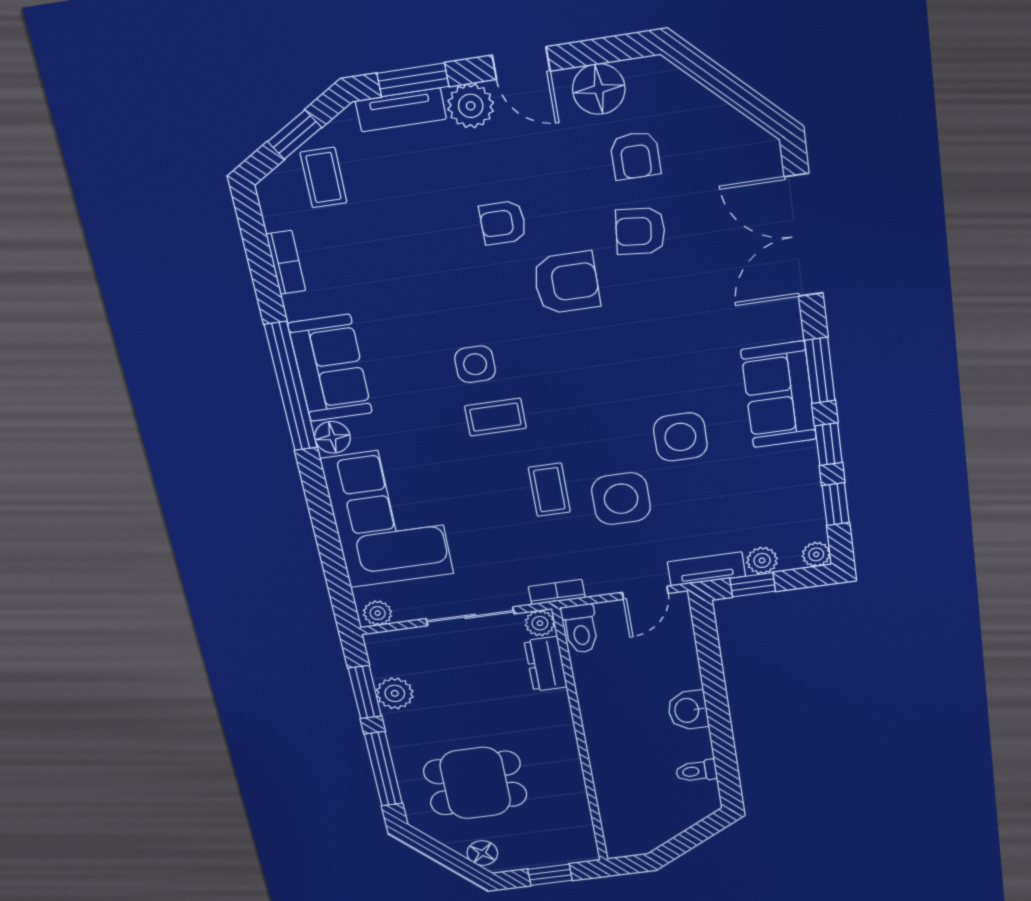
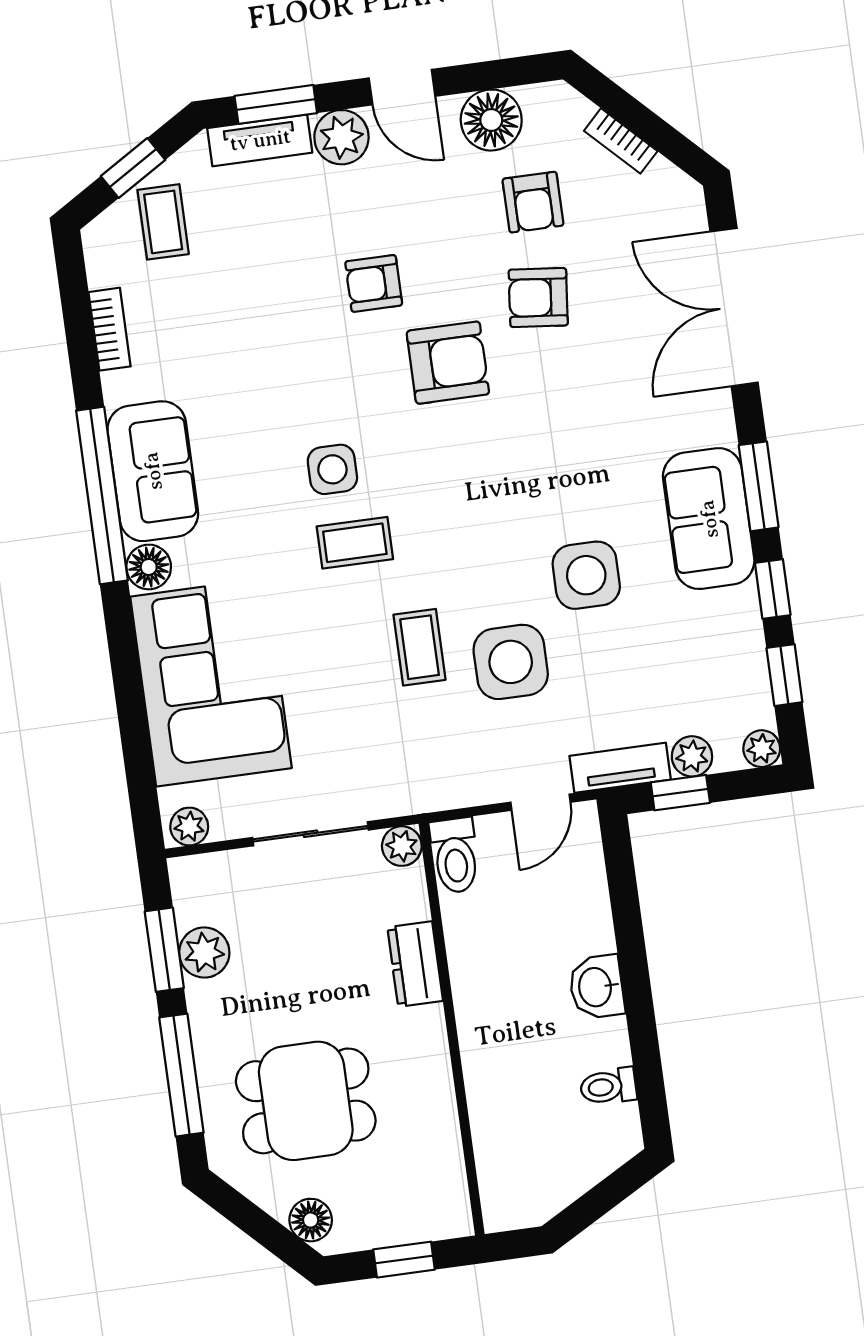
bookcase: (557, 592) -> (621, 141), moved, turned -135
dresser: (546, 664) -> (415, 964), moved

